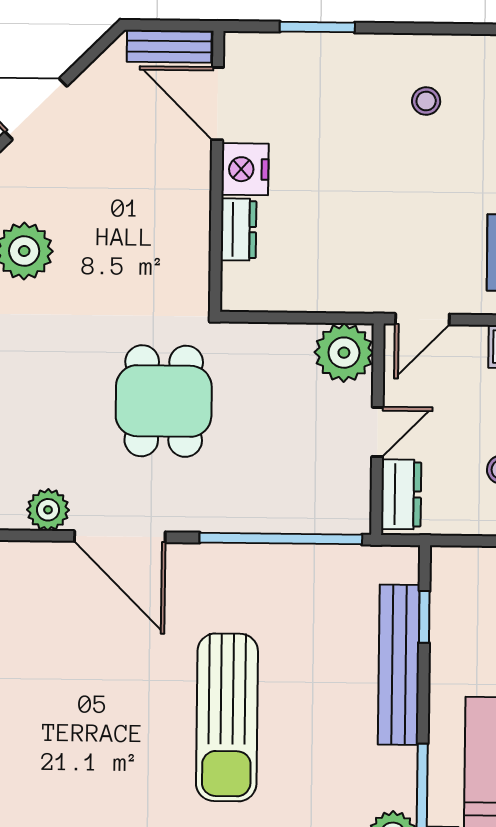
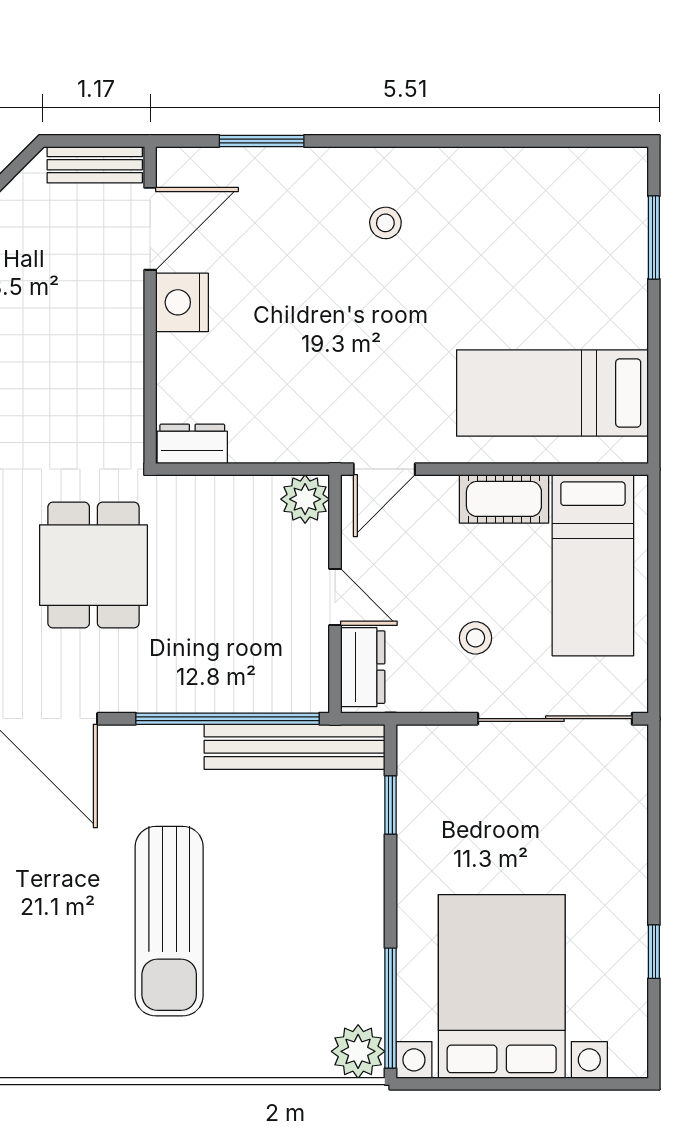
door: (218, 104) -> (150, 229), swing flipped
dresser: (238, 229) -> (192, 444), moved, turned -90
plant: (344, 353) -> (305, 499), width x0.73, depth x0.73
door: (377, 432) -> (335, 597), hinge flipped
bench: (399, 665) -> (294, 747), moved, turned 90

